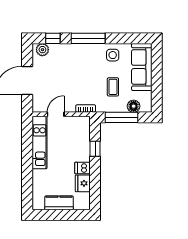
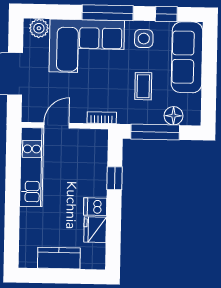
window: (53, 38) -> (166, 14), moved
corner sofa: (75, 61) -> (87, 46), added

